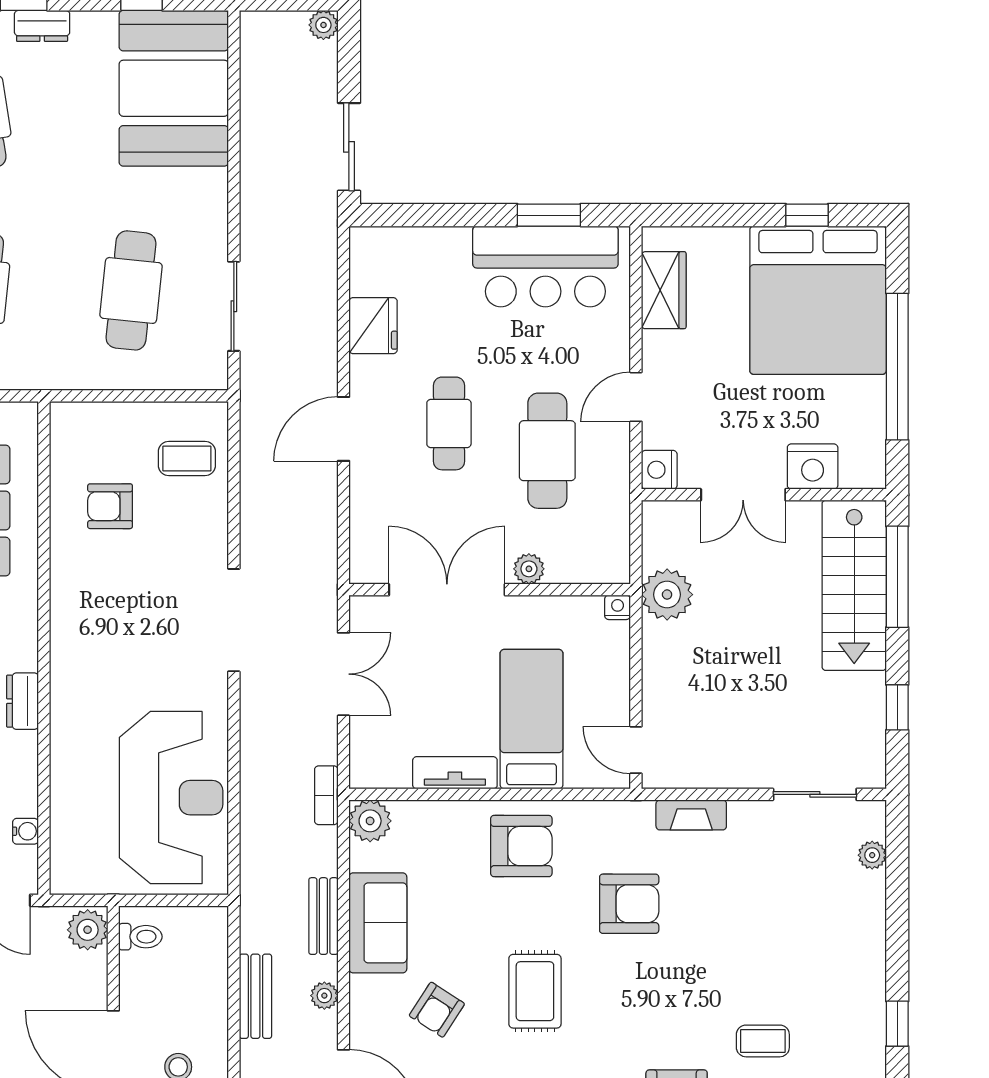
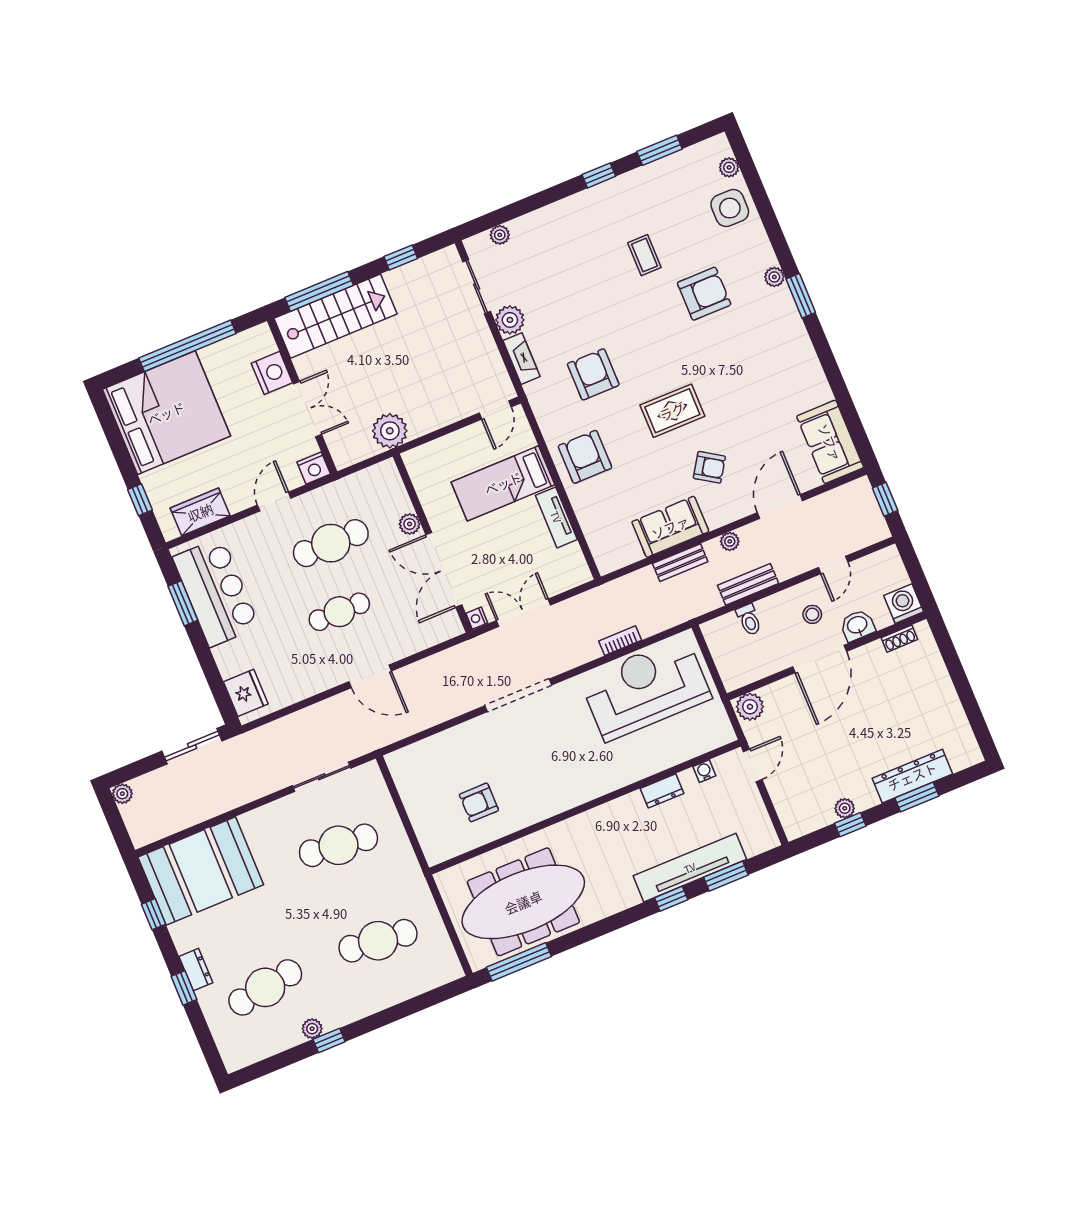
window: (807, 215) -> (140, 500), moved
fridge: (373, 326) -> (246, 693), moved, turned 90
door: (636, 397) -> (274, 502), swing flipped
coffee table: (187, 458) -> (429, 767), removed
armchair: (110, 506) -> (479, 802), turned 90
nightstand: (618, 607) -> (477, 618), moved
dresser: (22, 701) -> (662, 791), moved
bookcase: (326, 795) -> (620, 641), moved, turned 180
plant: (370, 821) -> (510, 320), moved
toilet: (140, 937) -> (749, 620), moved, turned 180

